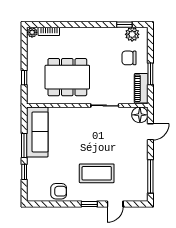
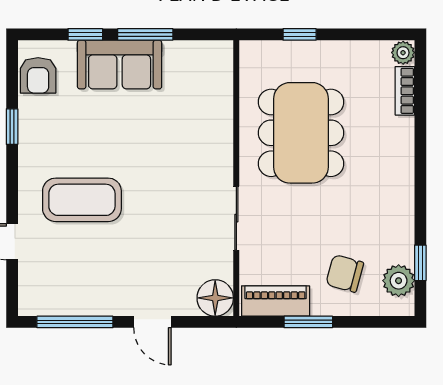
chair: (129, 58) -> (345, 273), turned -75
sofa: (37, 132) -> (120, 65), moved, width x0.73
door: (150, 132) -> (152, 322), moved
coffee table: (97, 173) -> (82, 200), turned 90
armchair: (59, 191) -> (38, 75), moved
window: (89, 204) -> (12, 127), moved

